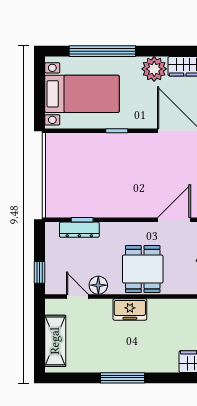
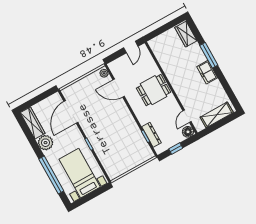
window: (40, 272) -> (176, 148), moved
floor lamp: (98, 285) -> (188, 132), moved
freezer: (130, 309) -> (207, 72), moved, turned 180
window: (123, 378) -> (209, 55), moved

